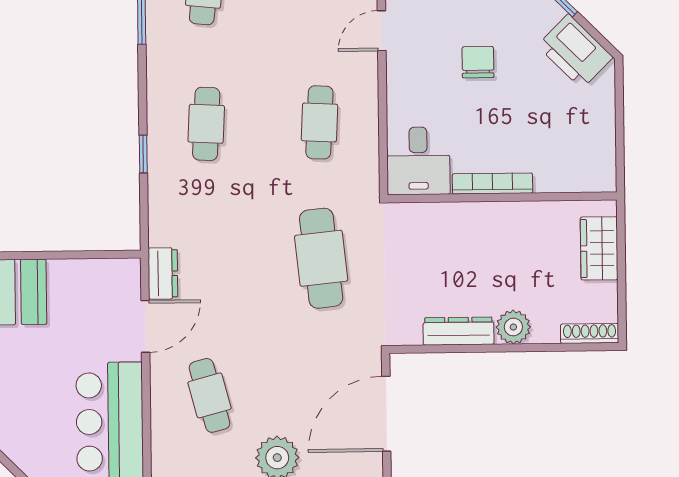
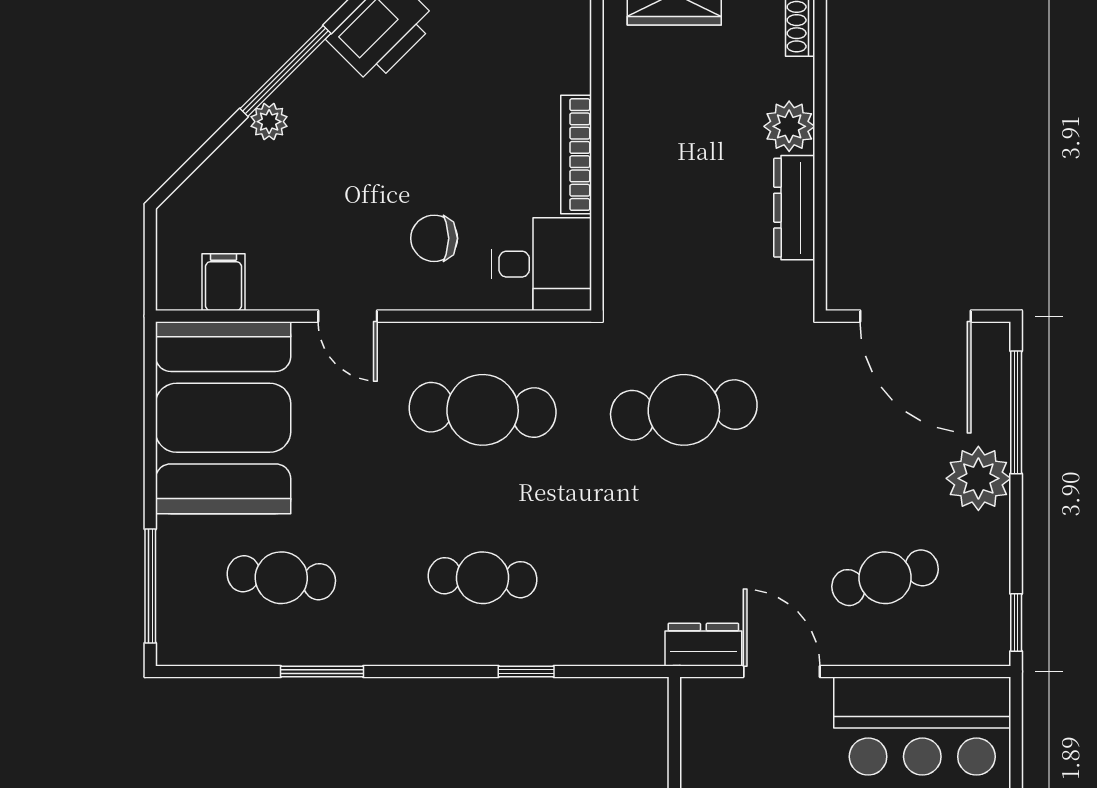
chair: (478, 62) -> (434, 238), moved
cafe table: (319, 122) -> (483, 410), width x1.37, depth x1.35

